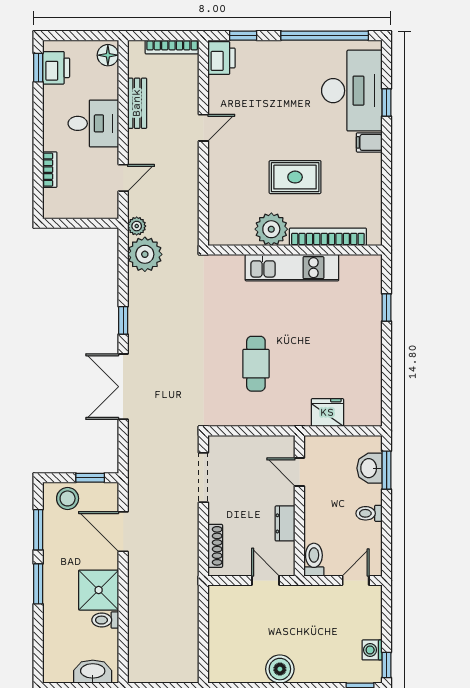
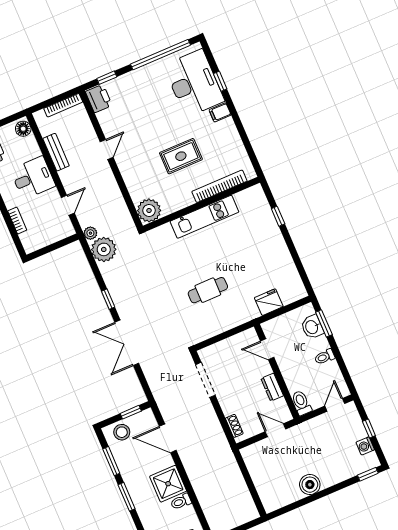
plant: (271, 229) -> (149, 210), moved
cafe table: (256, 364) -> (208, 290), turned 90
shoe rack: (215, 546) -> (234, 426), width x0.70
window: (387, 665) -> (369, 428), moved

